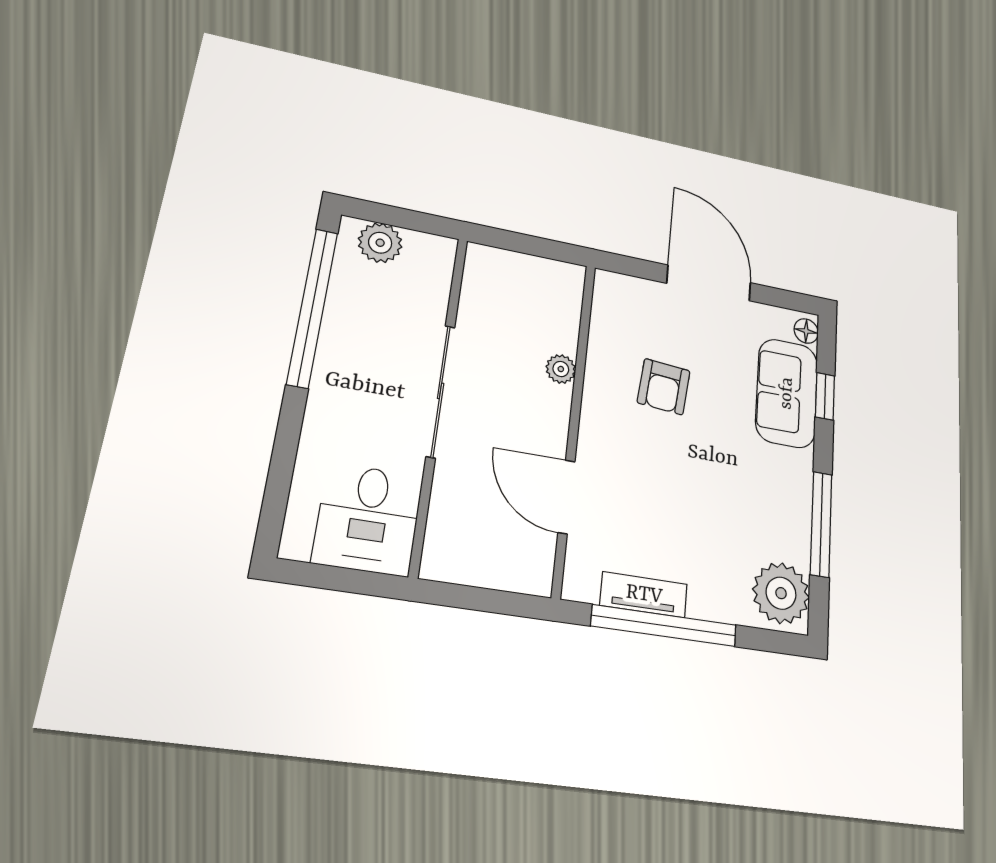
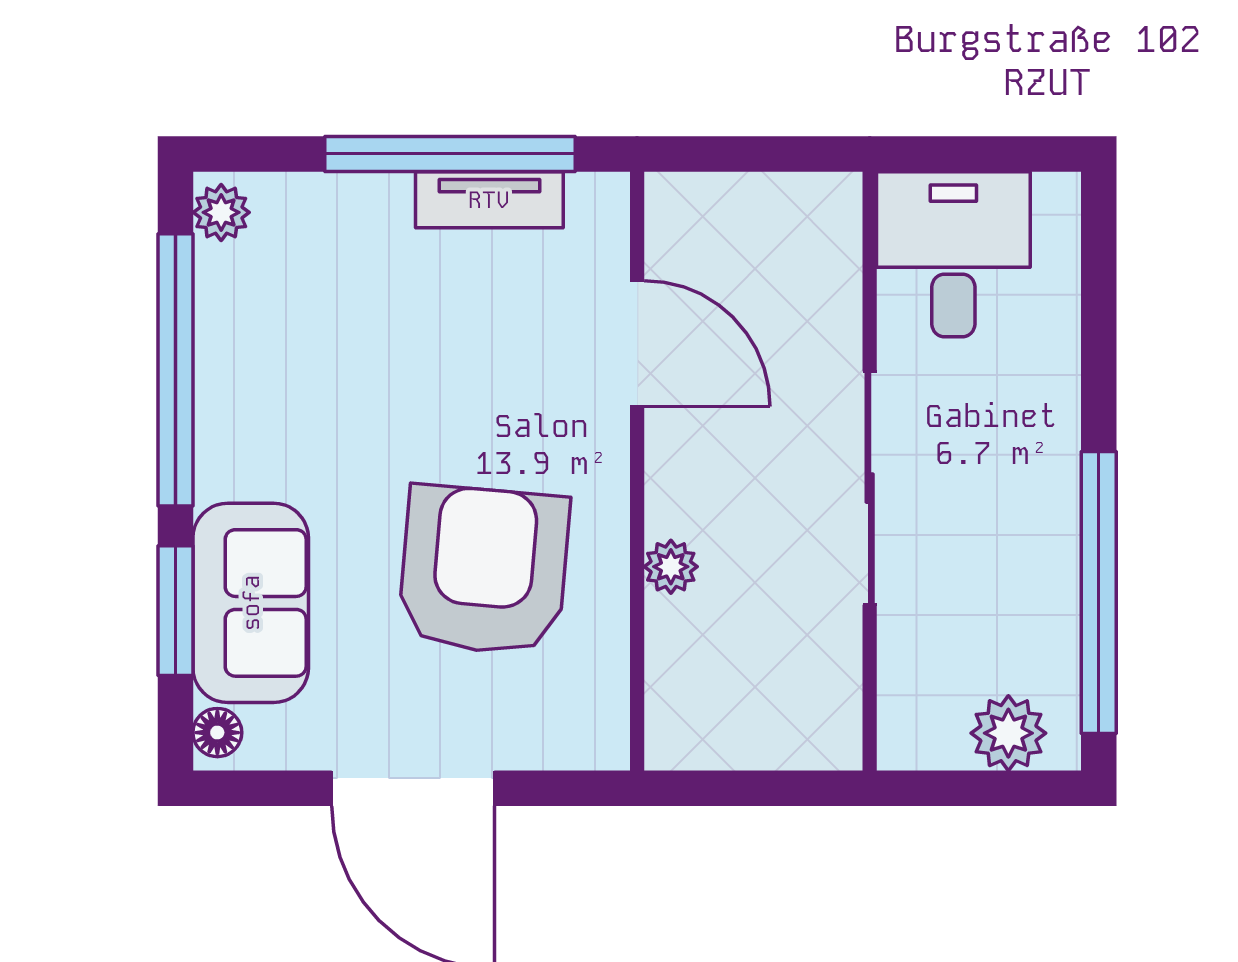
armchair: (664, 387) -> (484, 570), width x1.88, depth x1.88
window: (825, 396) -> (175, 611), width x1.50
window: (821, 524) -> (175, 370), width x1.46
plant: (781, 593) -> (221, 212), width x0.53, depth x0.53

